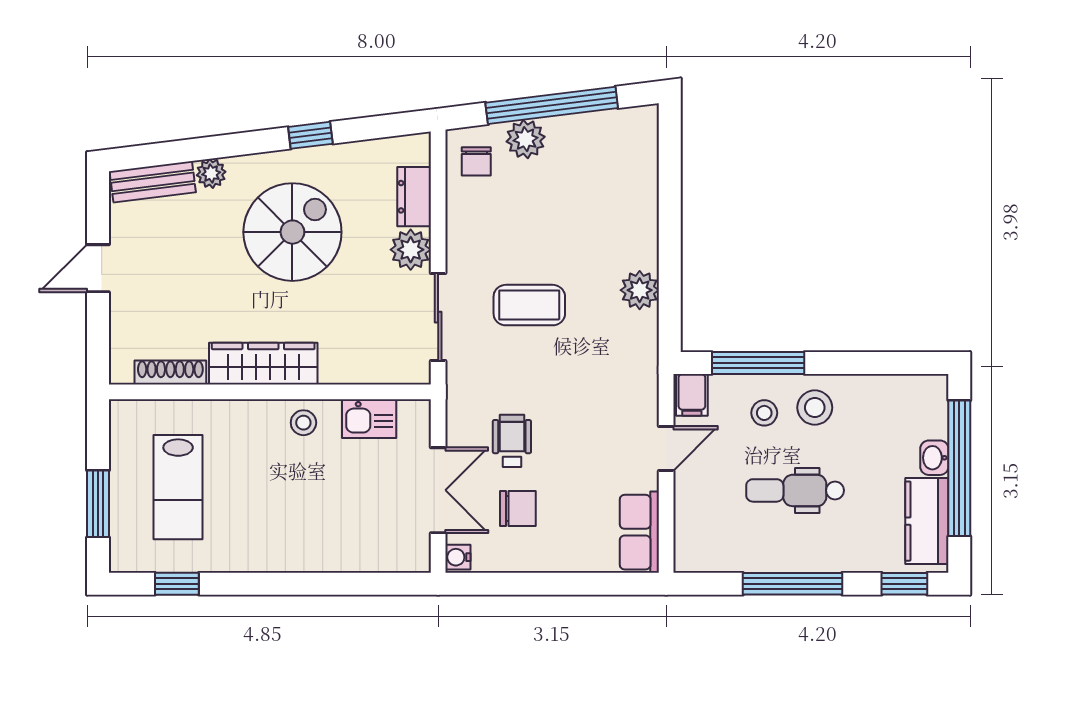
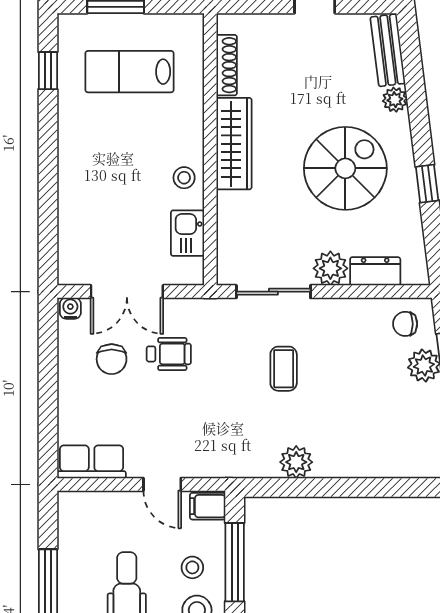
spiral stairs: (292, 232) -> (345, 168), turned -90
coffee table: (529, 305) -> (284, 369), width x0.73, depth x0.77

